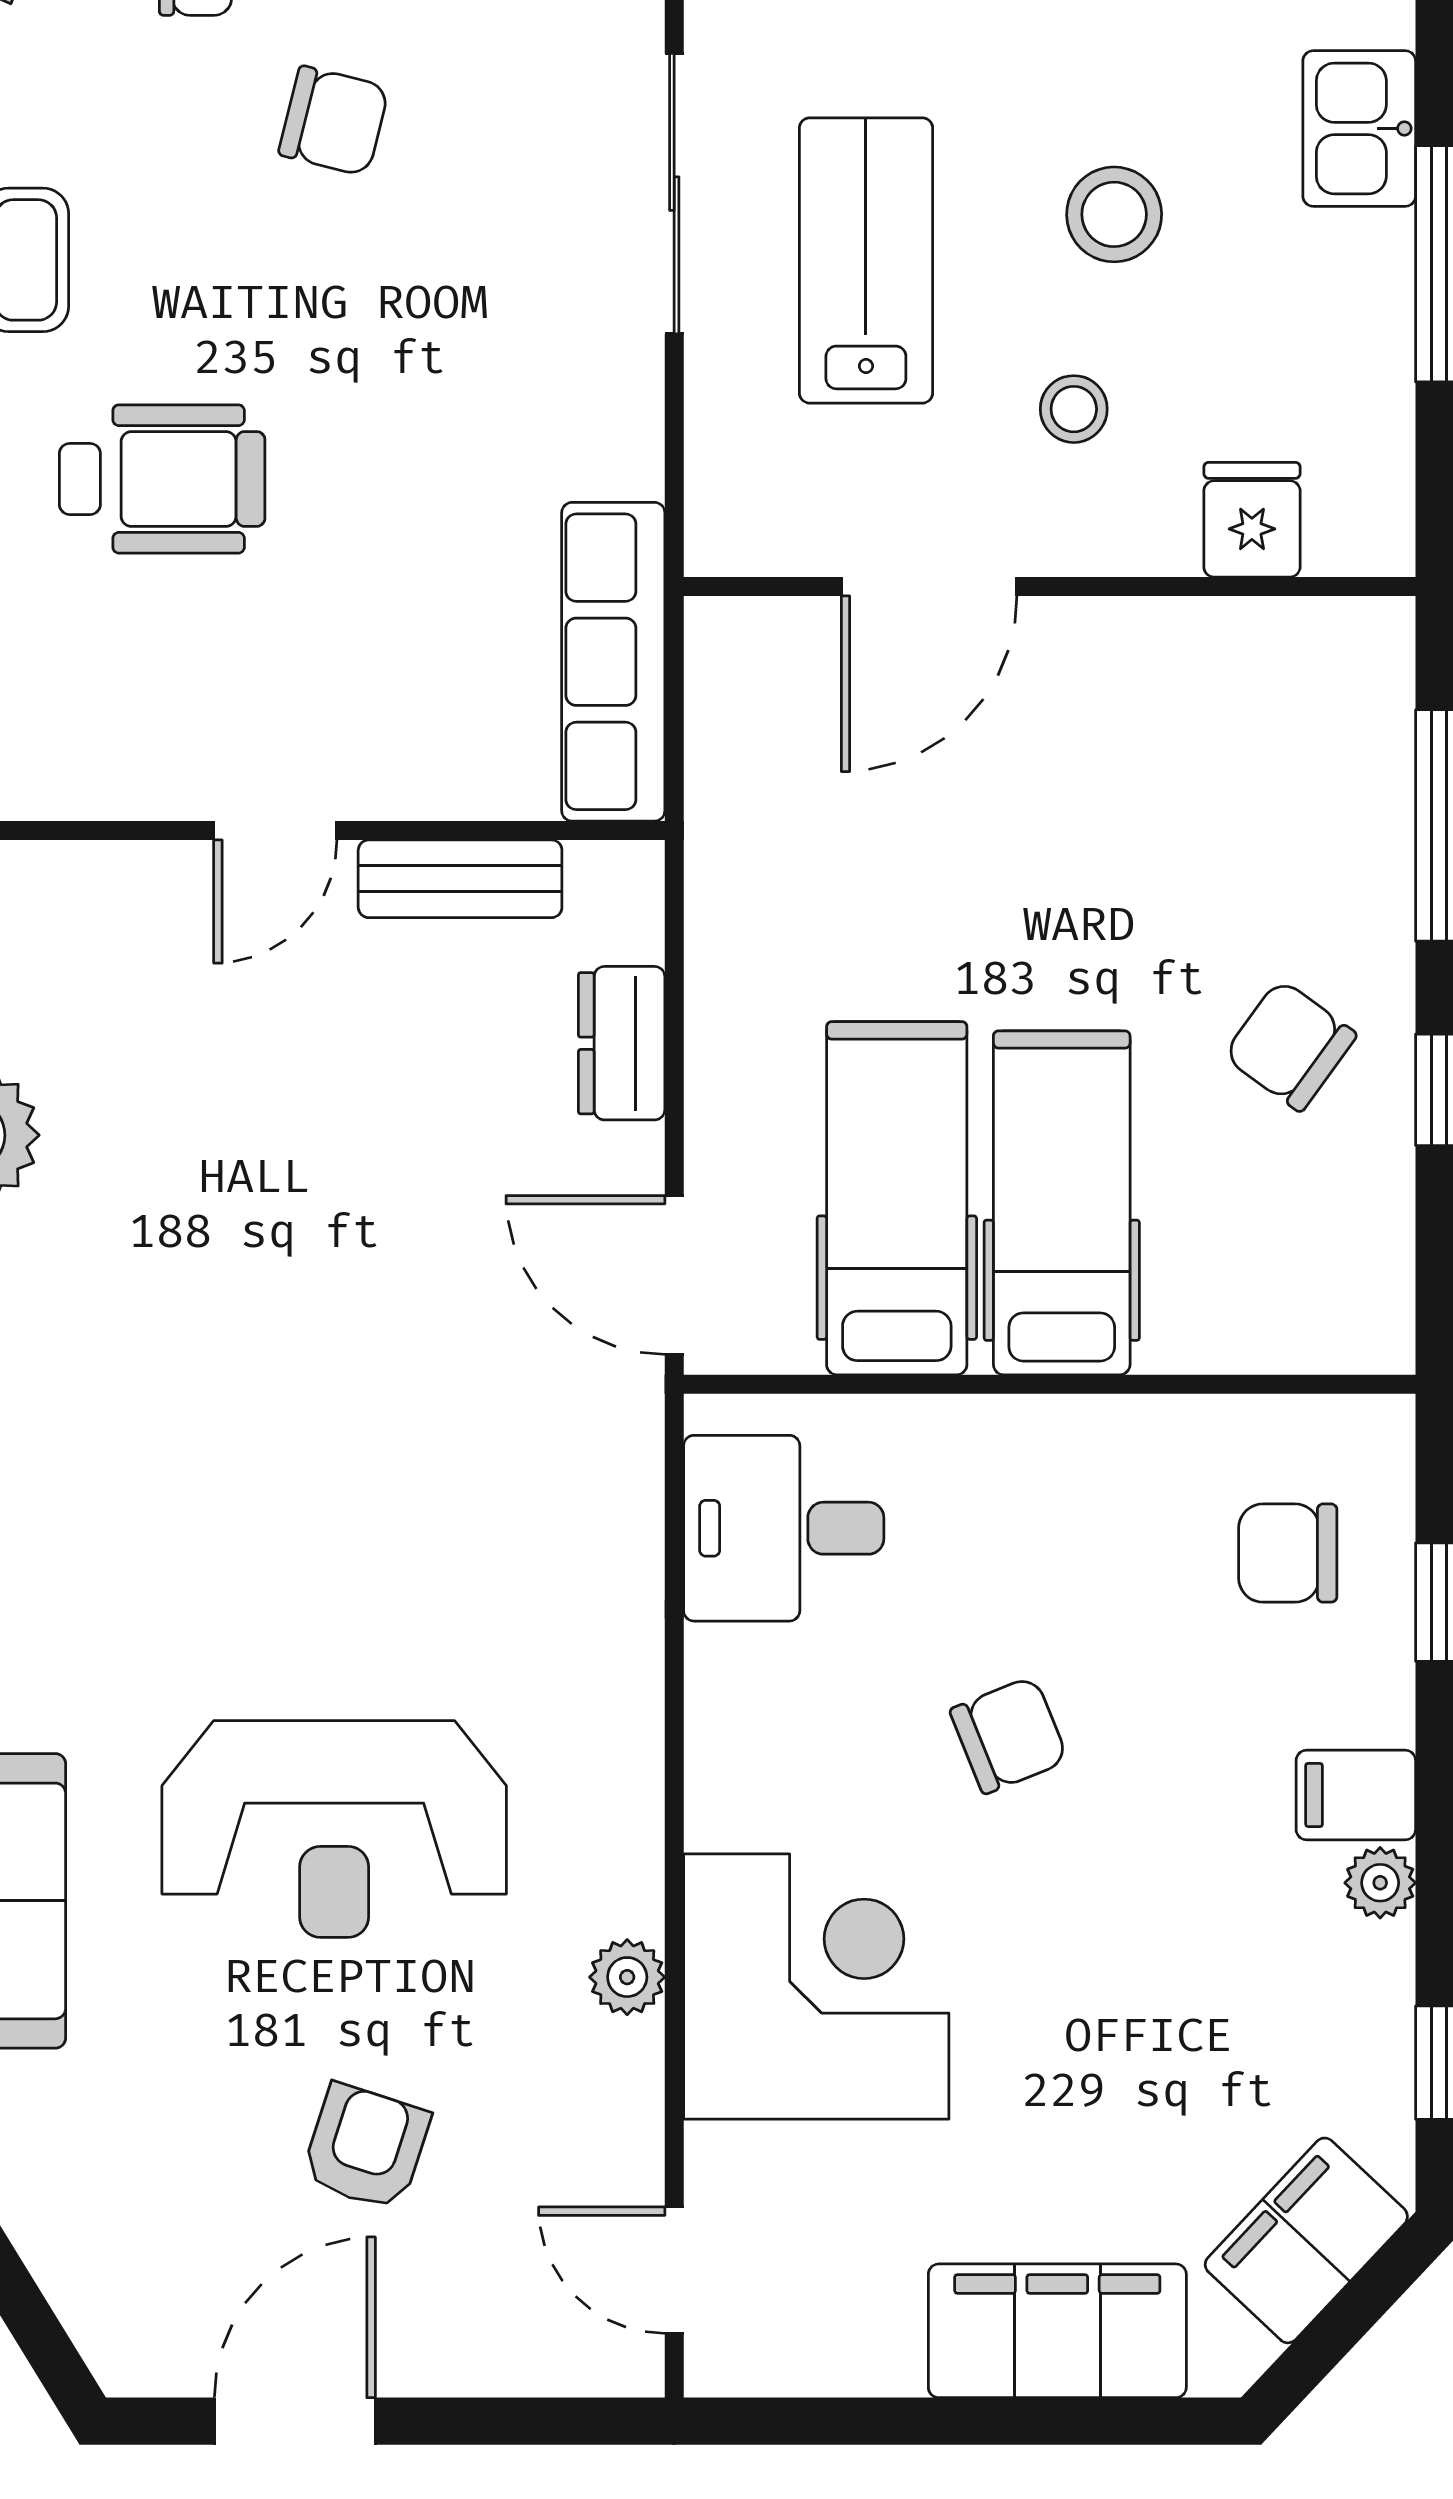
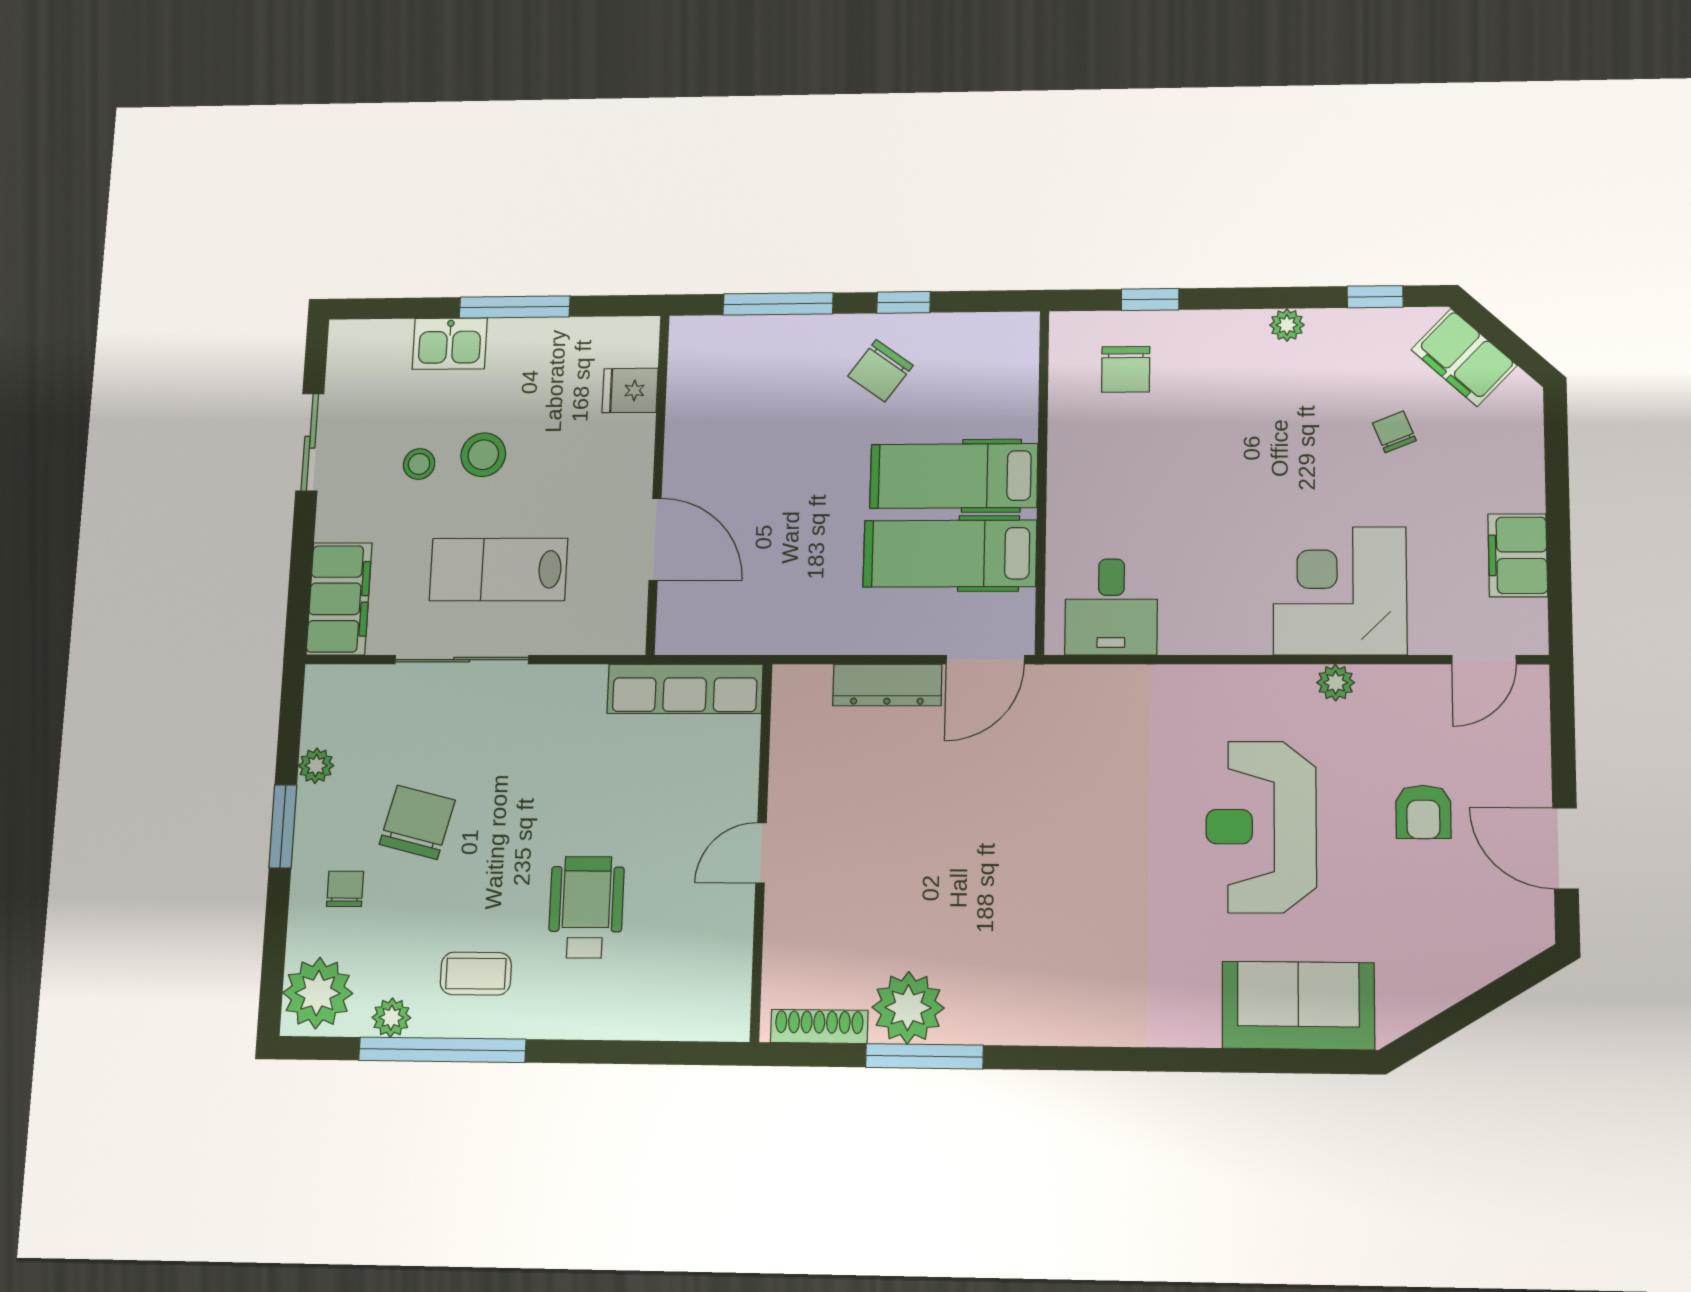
chair: (334, 121) -> (417, 822), width x1.37, depth x1.37
stool: (1074, 409) -> (419, 464), moved
door: (275, 830) -> (761, 853), swing flipped
bench: (460, 879) -> (788, 763), removed
dresser: (622, 1043) -> (887, 685), width x1.44
chair: (1009, 1735) -> (1394, 432), moved, width x0.73, depth x0.73
filing cabinet: (1356, 1795) -> (1244, 337), removed
reception desk: (334, 1829) -> (1261, 827), turned 180
armchair: (366, 2147) -> (1423, 812), turned -108
filing cabinet: (1057, 2331) -> (1518, 555), moved, width x0.67, depth x0.86

